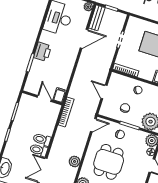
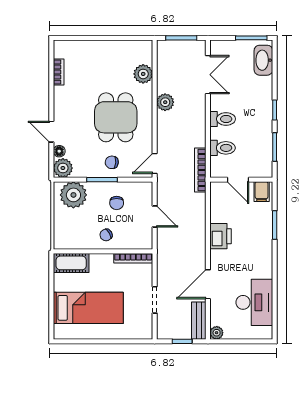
printer: (42, 52) -> (220, 236), moved, turned 180
filing cabinet: (60, 95) -> (262, 192), moved
toilet: (39, 150) -> (223, 148), moved

